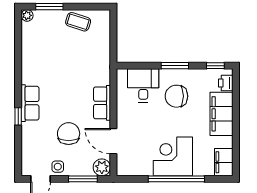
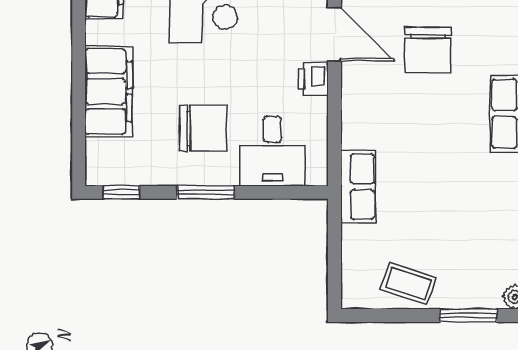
printer: (226, 83) -> (313, 79), moved, turned 180
row of seats: (102, 103) -> (358, 187), moved

